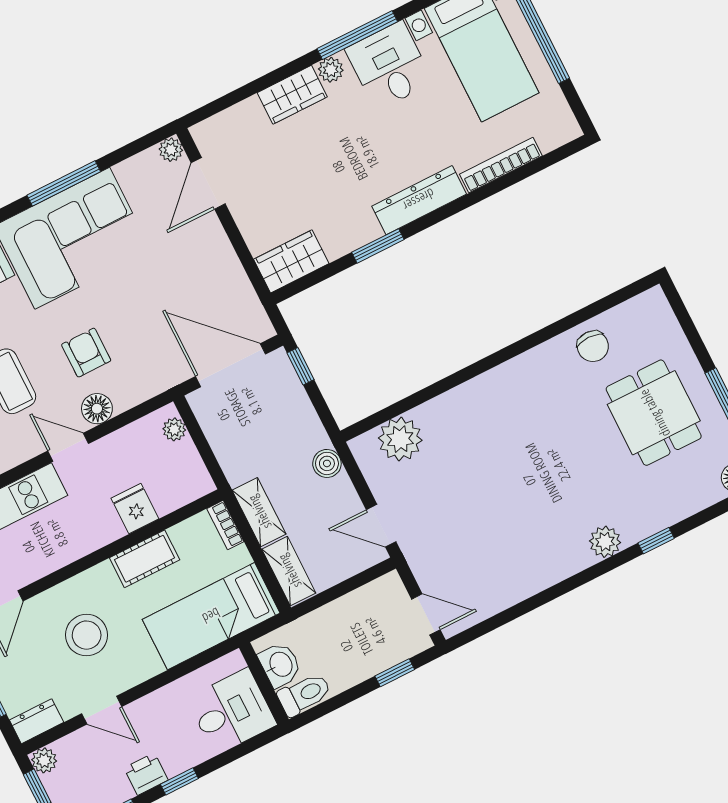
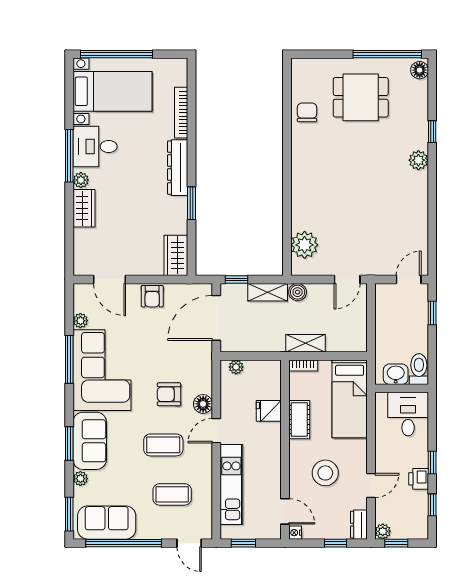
plant: (171, 150) -> (80, 321), moved
armchair: (215, 257) -> (152, 296), added
chair: (593, 346) -> (307, 112), turned -90
shelving: (289, 571) -> (268, 292), moved

